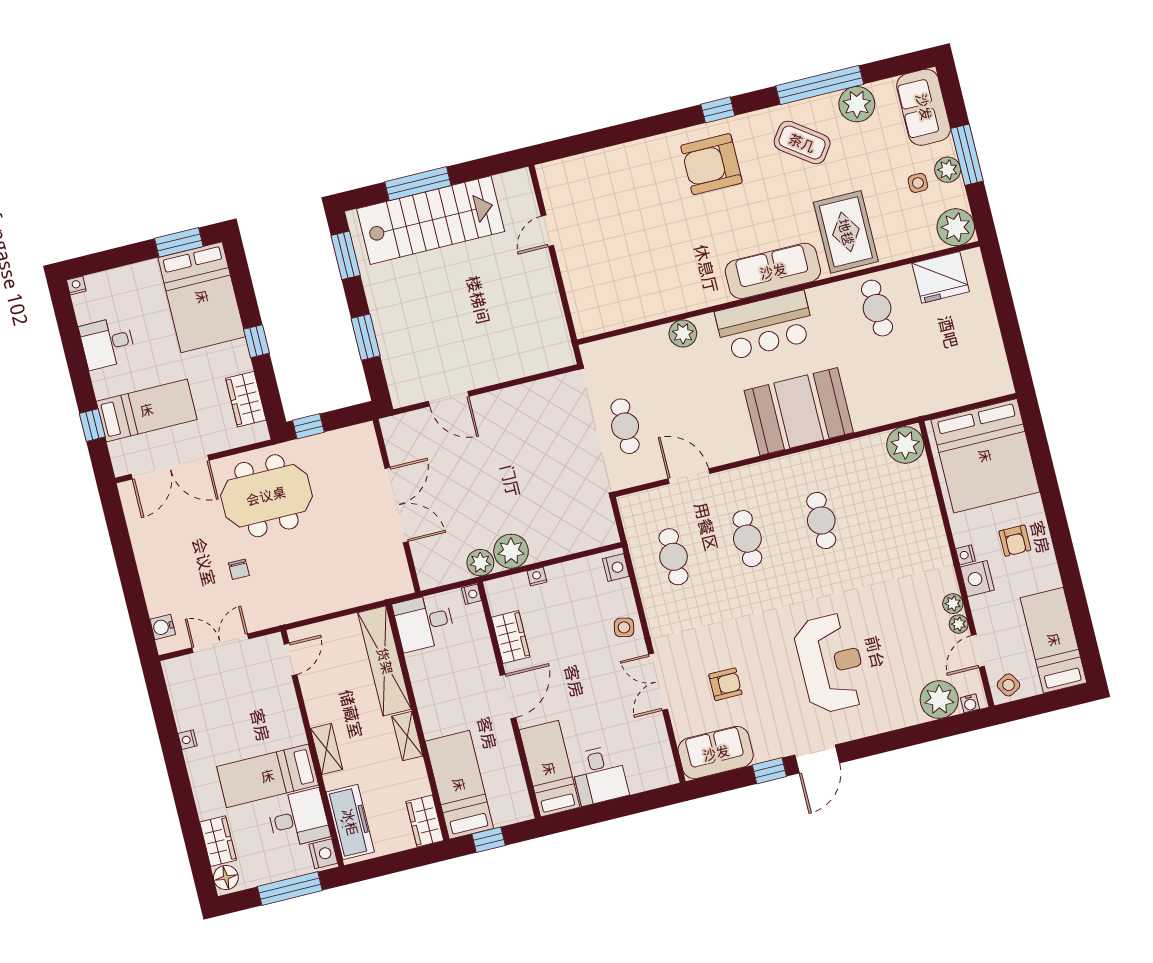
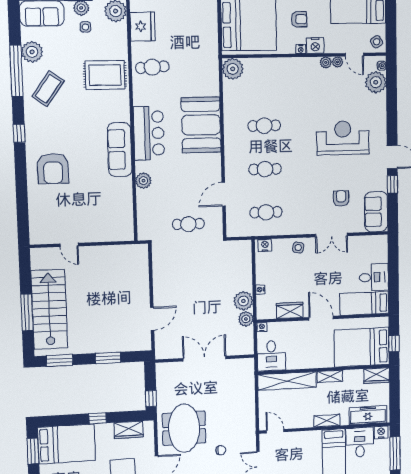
armchair: (711, 164) -> (53, 169), moved
sofa: (773, 271) -> (120, 150), moved
bed: (459, 785) -> (362, 347), width x1.50

